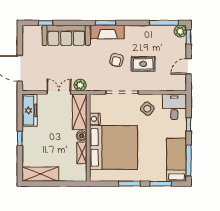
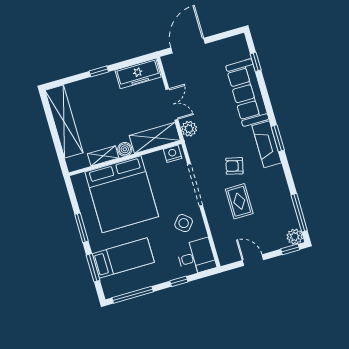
nightstand: (95, 119) -> (173, 154), moved
bed: (177, 160) -> (123, 258), moved
shelving: (40, 174) -> (64, 121), width x1.47

